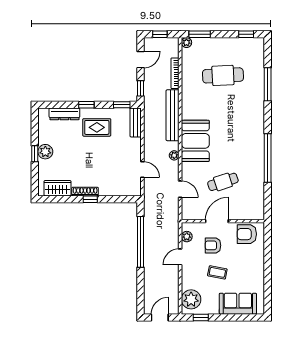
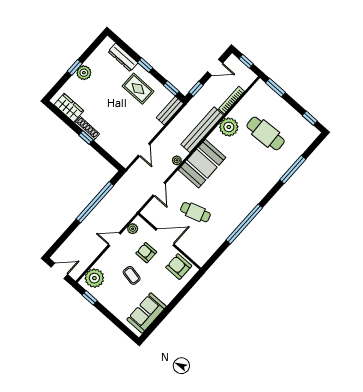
plant: (186, 43) -> (229, 127), moved, width x1.88, depth x1.88
sofa: (238, 304) -> (147, 313), moved, turned -90

